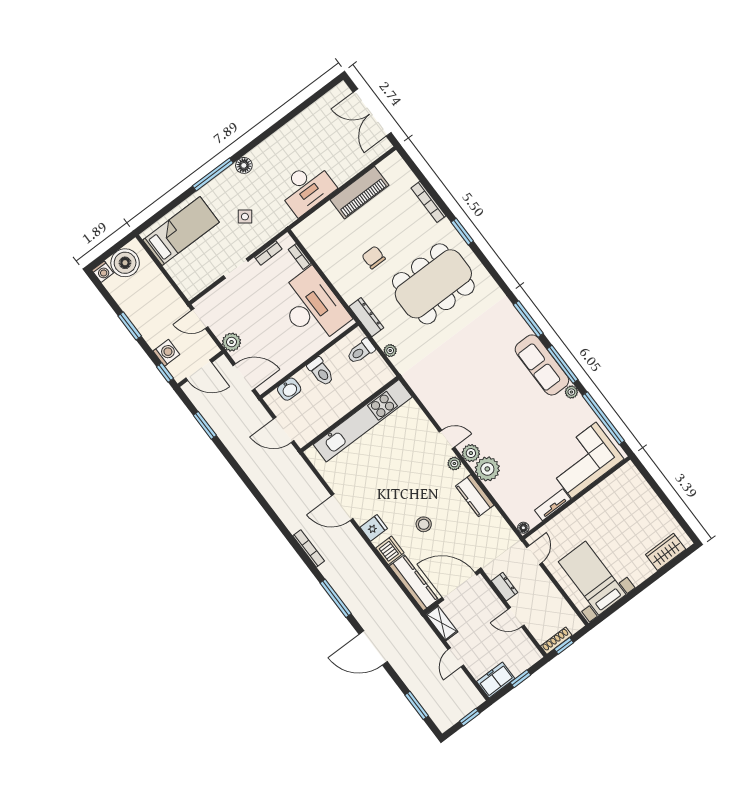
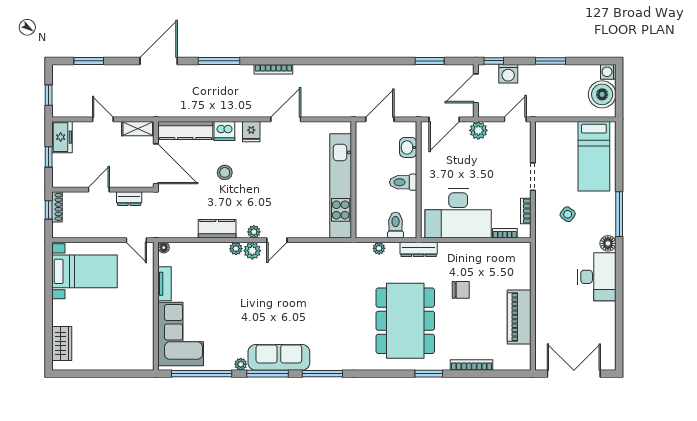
desk: (306, 188) -> (597, 277), moved, turned 180
plant: (487, 469) -> (236, 249), width x0.53, depth x0.53
door: (459, 586) -> (156, 164), hinge flipped

